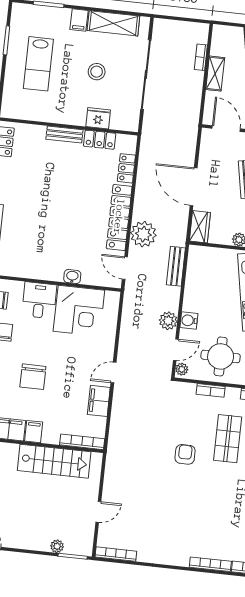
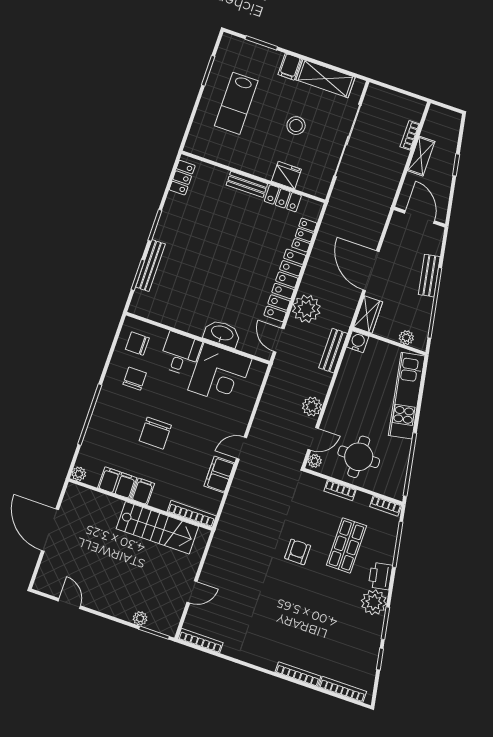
washbasin: (72, 277) -> (222, 334), width x1.91, depth x1.45
water cooler: (189, 320) -> (358, 342), moved, turned 90

